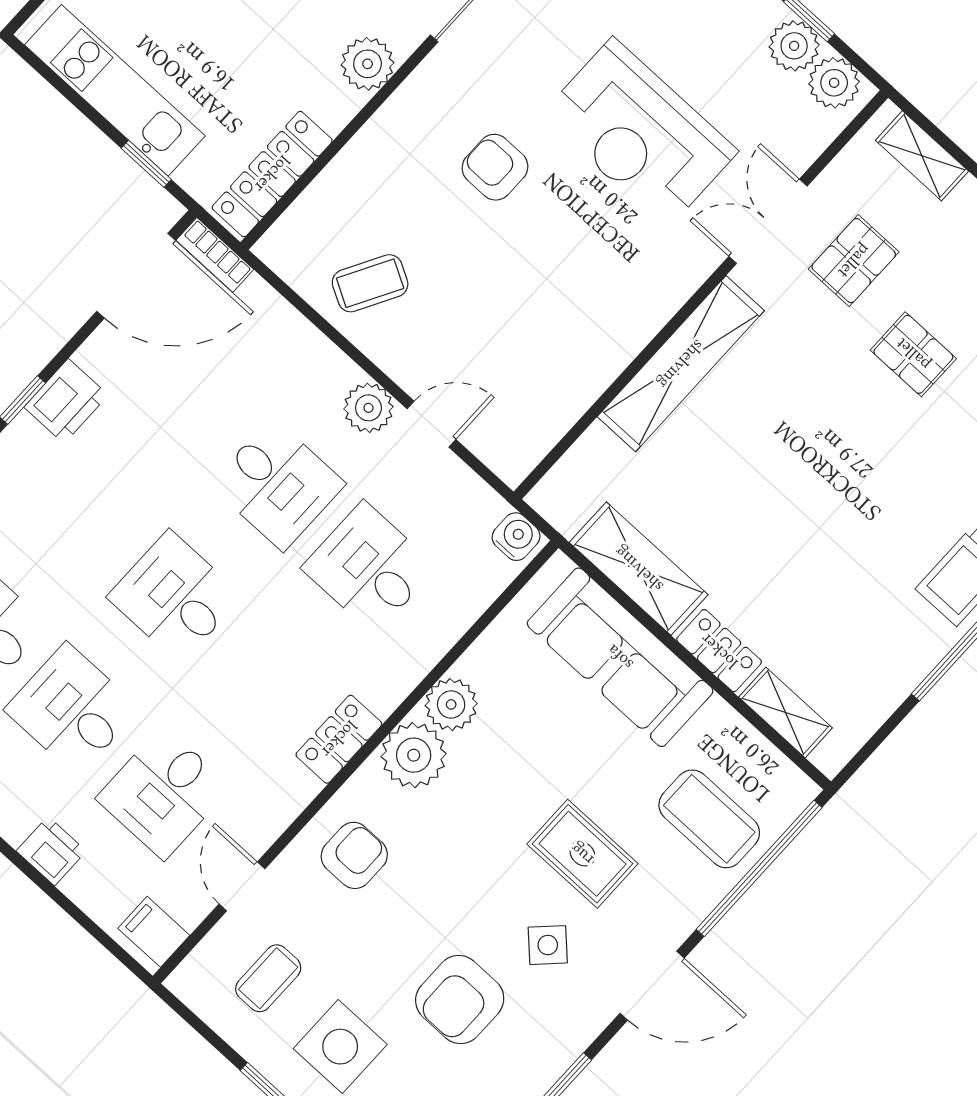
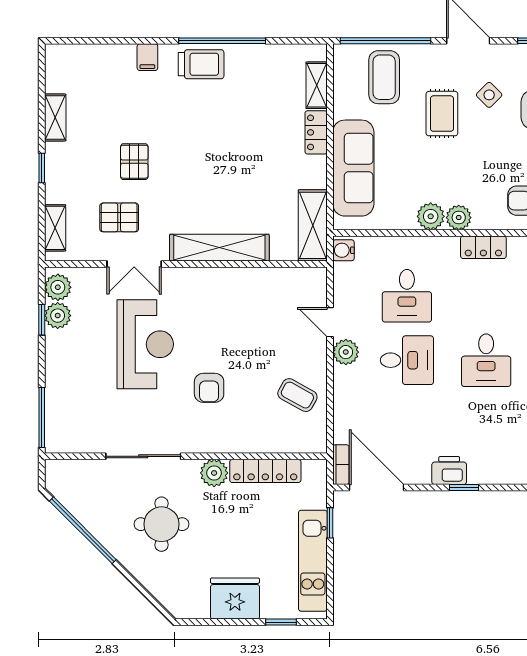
locker: (272, 174) -> (265, 471), moved
desk: (278, 484) -> (407, 360), turned 90
shelving: (639, 569) -> (313, 225), moved
plant: (414, 755) -> (459, 218), width x0.73, depth x0.73

